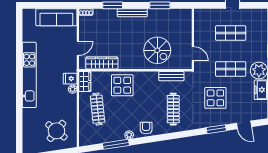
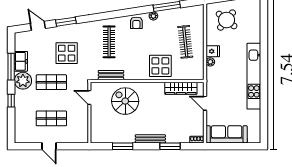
door: (78, 48) -> (205, 103), hinge flipped
fridge: (70, 79) -> (213, 51), moved
wardrobe: (85, 81) -> (198, 70), removed

